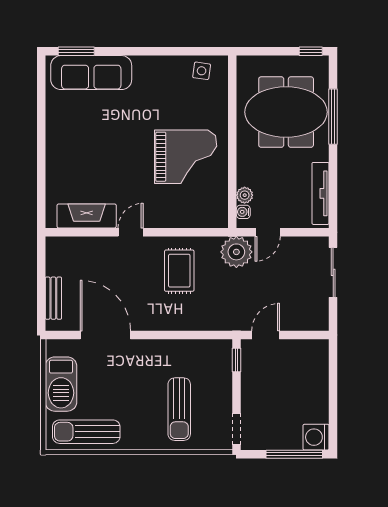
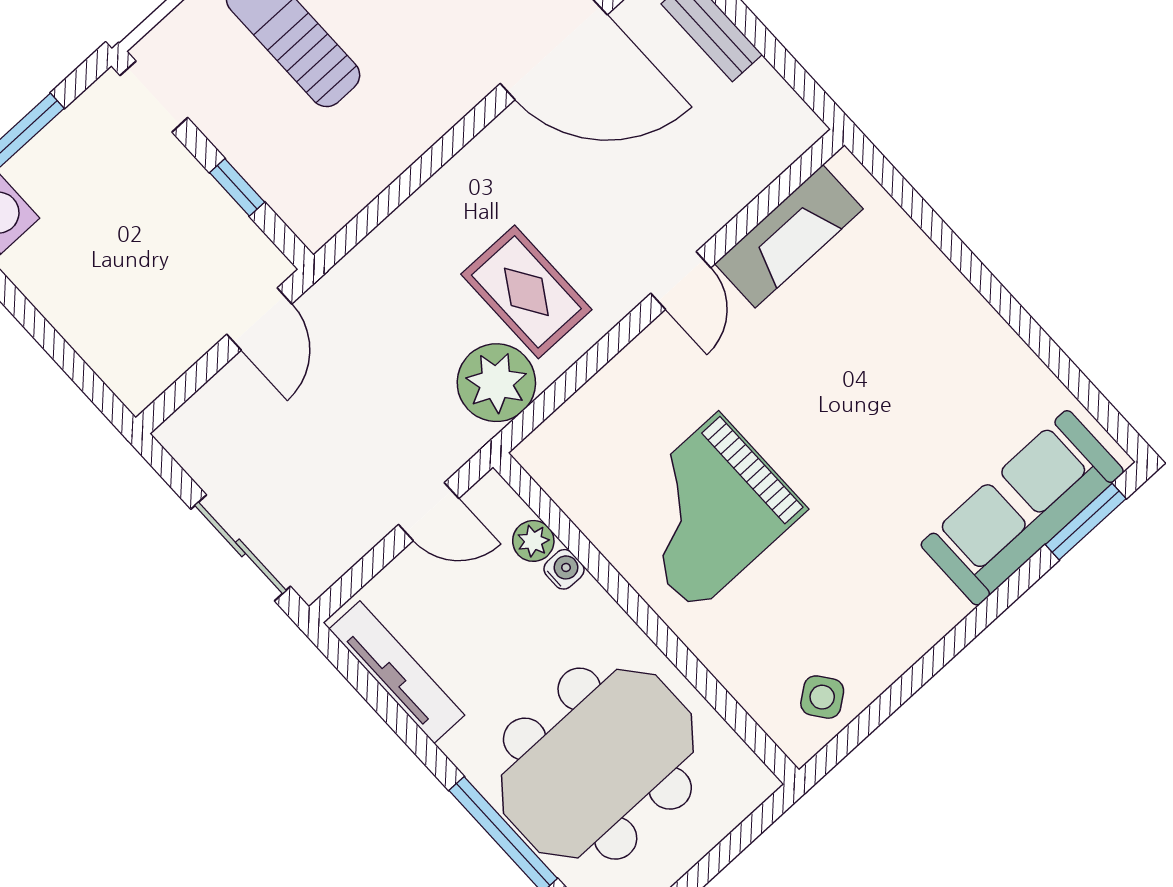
side table: (202, 71) -> (822, 697), turned 45
water cooler: (243, 212) -> (564, 569), moved
door: (268, 232) -> (429, 512), swing flipped
plant: (236, 252) -> (496, 383), moved
window: (236, 360) -> (237, 187), moved

